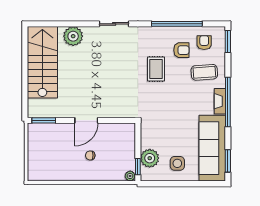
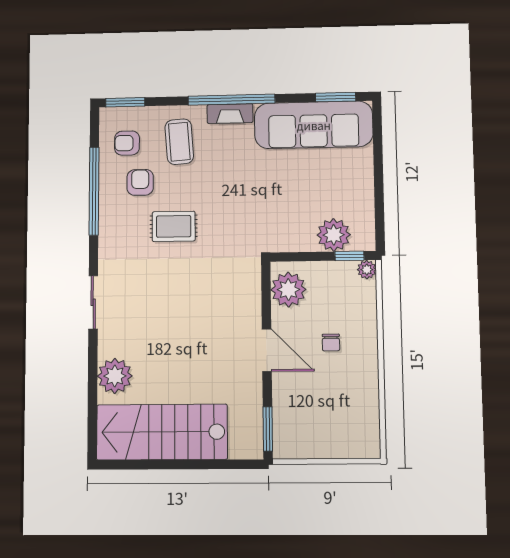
plant: (120, 133) -> (288, 290), added
side table: (177, 163) -> (342, 186), removed

